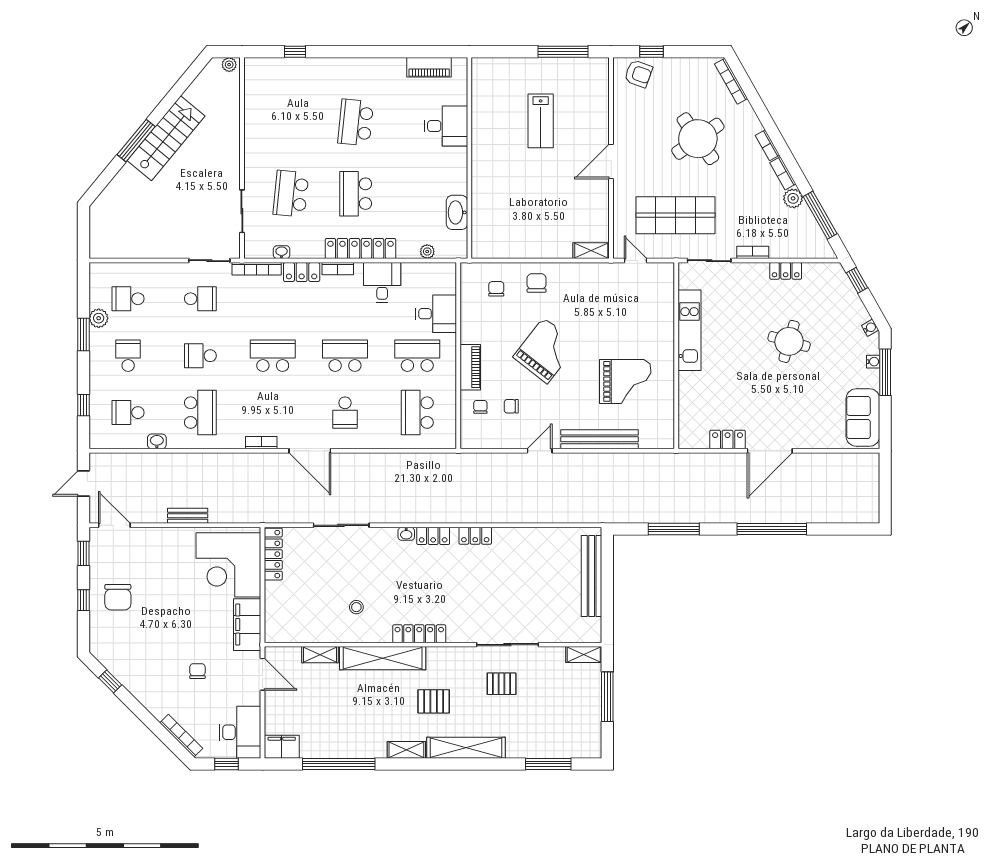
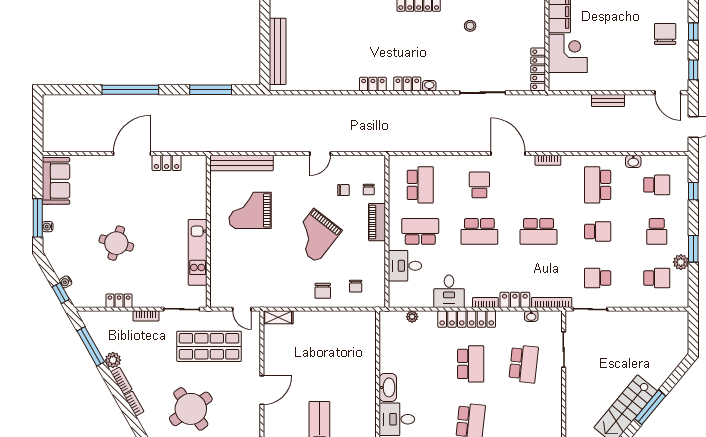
washbasin: (457, 212) -> (388, 387), moved
water cooler: (870, 328) -> (66, 282), moved
school desk: (417, 356) -> (420, 231), turned 180
bench: (599, 439) -> (242, 163), moved
corner desk: (228, 565) -> (568, 53), width x0.74, depth x0.74

